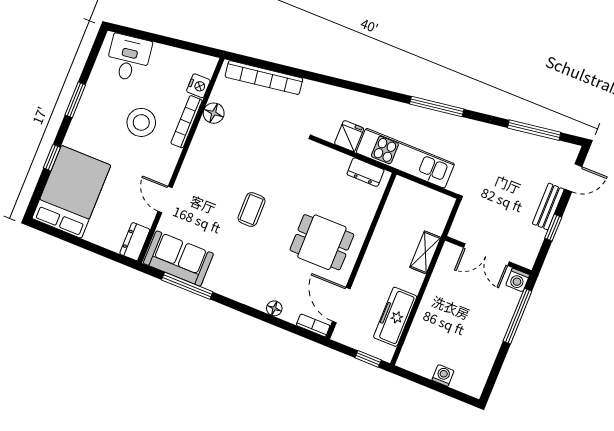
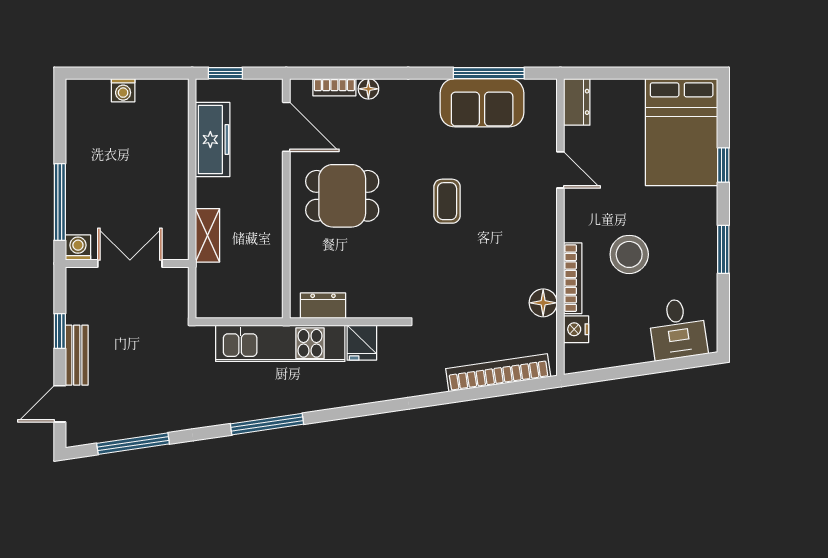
sofa: (178, 259) -> (482, 103), moved
bookcase: (313, 325) -> (334, 87), moved

